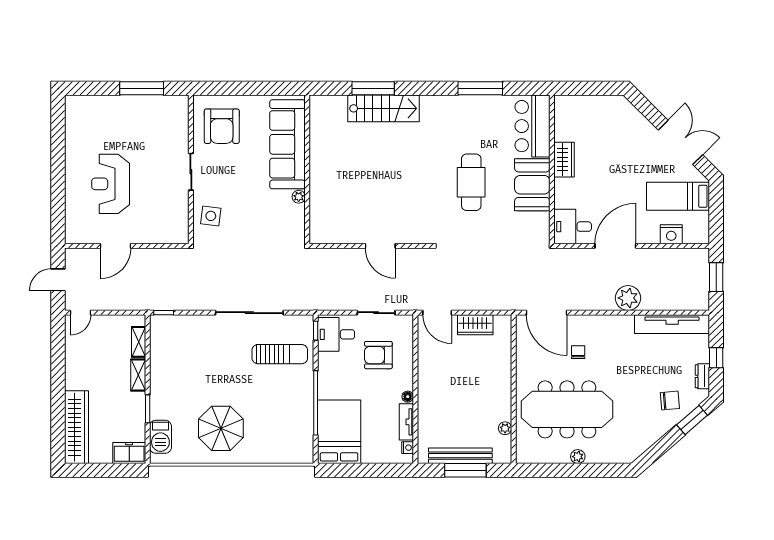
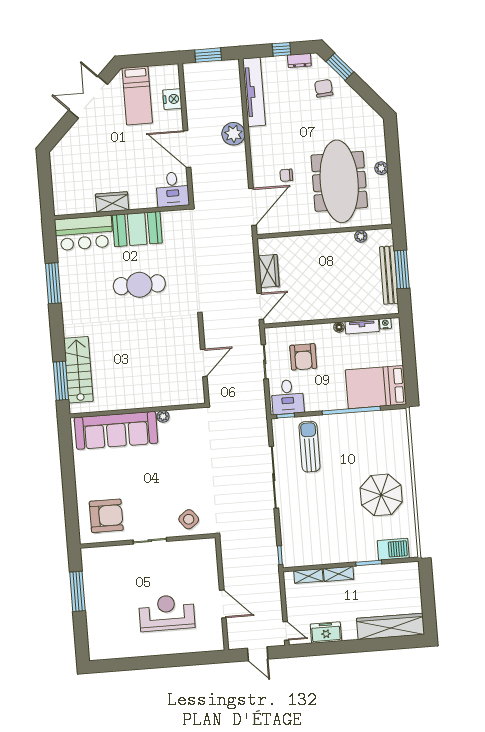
sofa: (288, 144) -> (116, 430), moved
wall: (307, 169) -> (138, 411), moved
reception desk: (111, 184) -> (167, 613), turned 180
plant: (299, 197) -> (163, 416), moved
side table: (211, 216) -> (189, 519), turned 45
freezer: (129, 453) -> (326, 633), moved, turned 90

